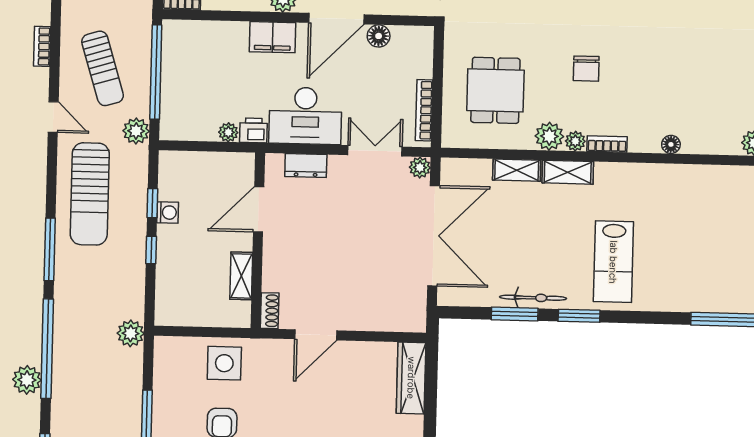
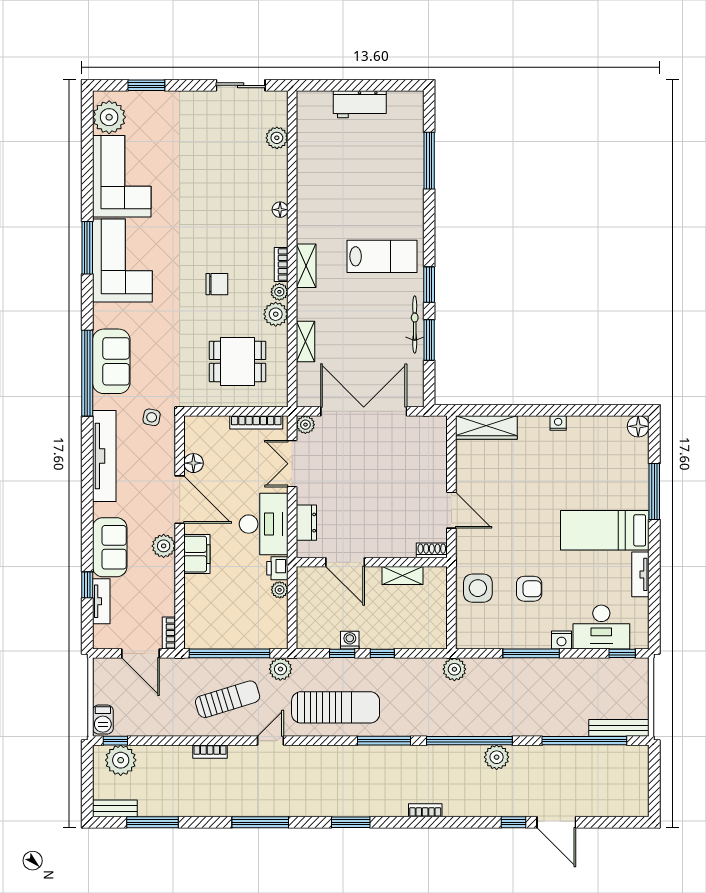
shelving: (568, 172) -> (306, 266), moved

